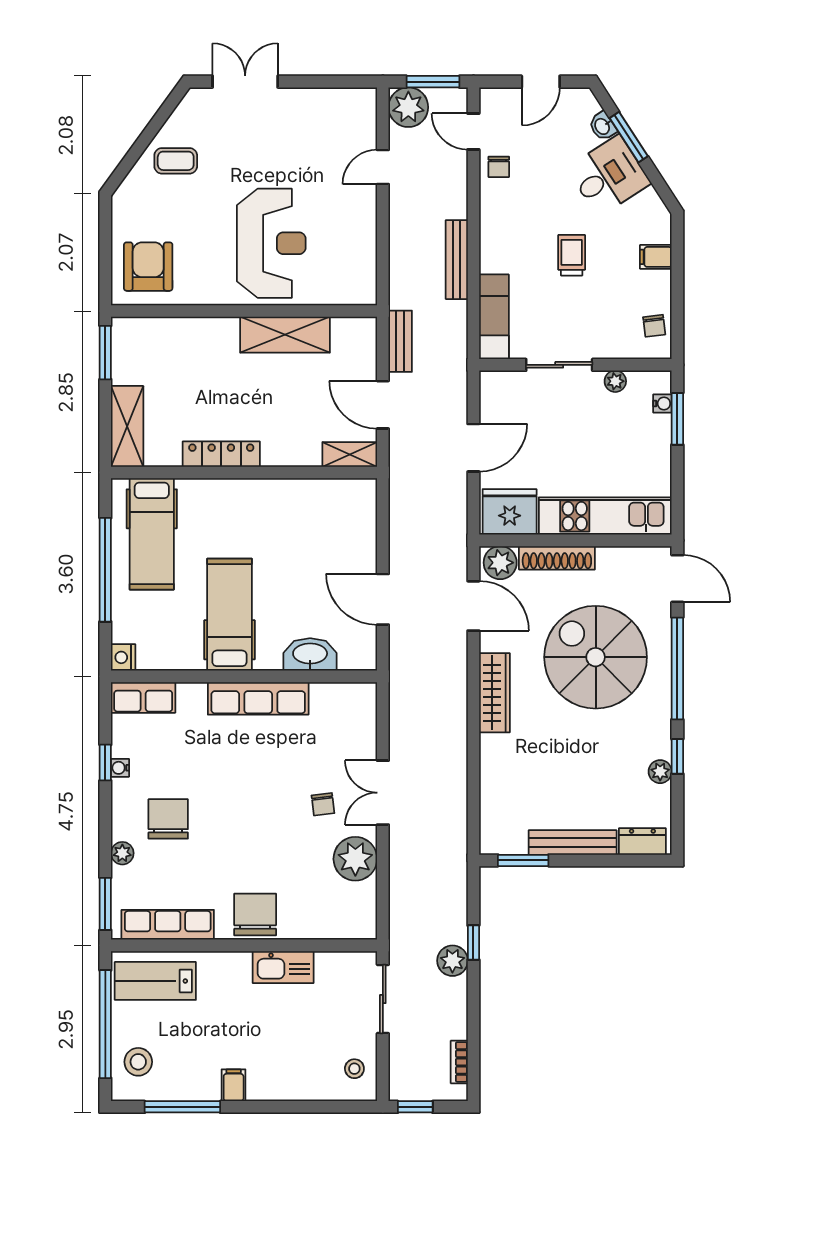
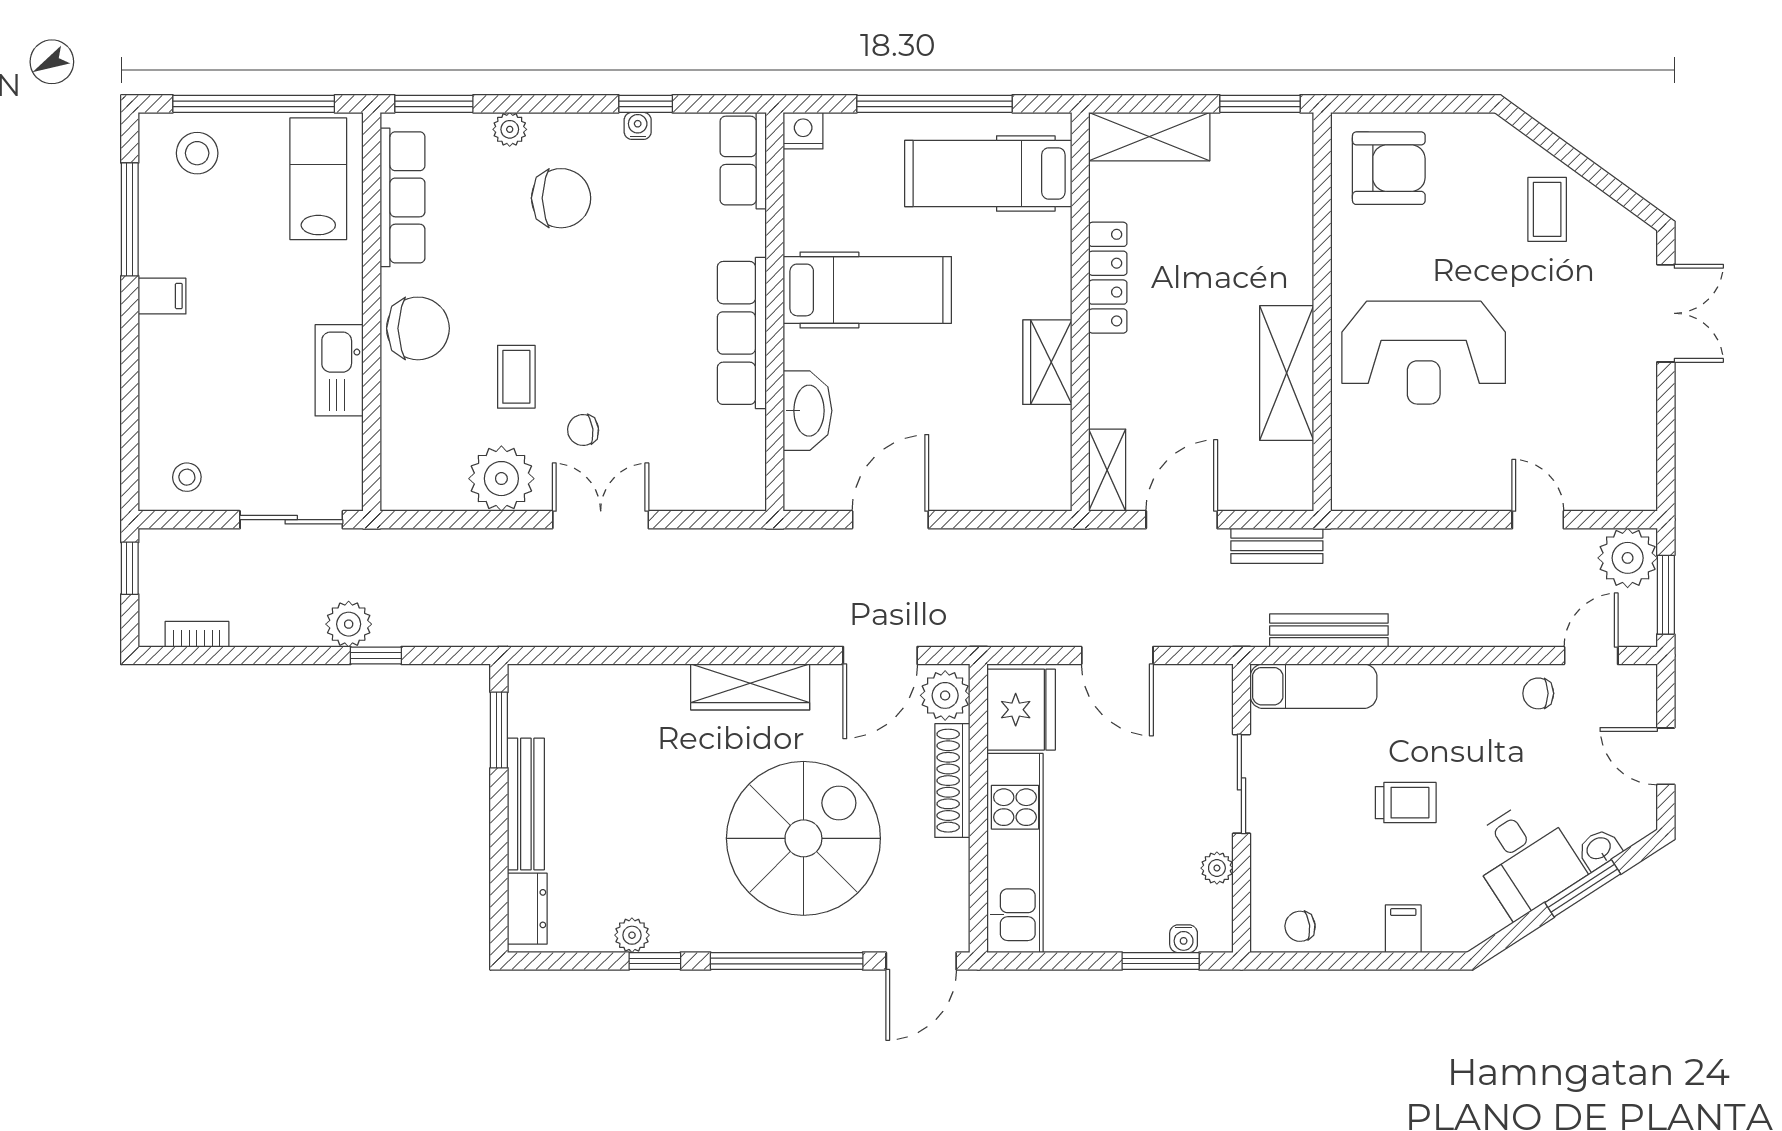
bench: (457, 260) -> (1329, 630), moved
wardrobe: (278, 494) -> (1047, 362), added
coffee table: (287, 849) -> (516, 377), added

